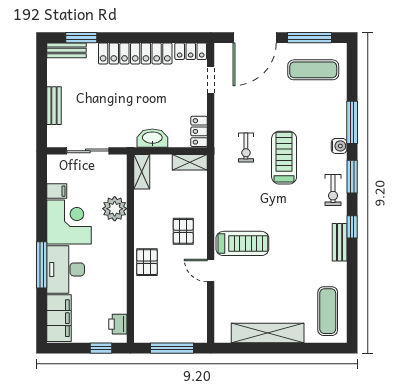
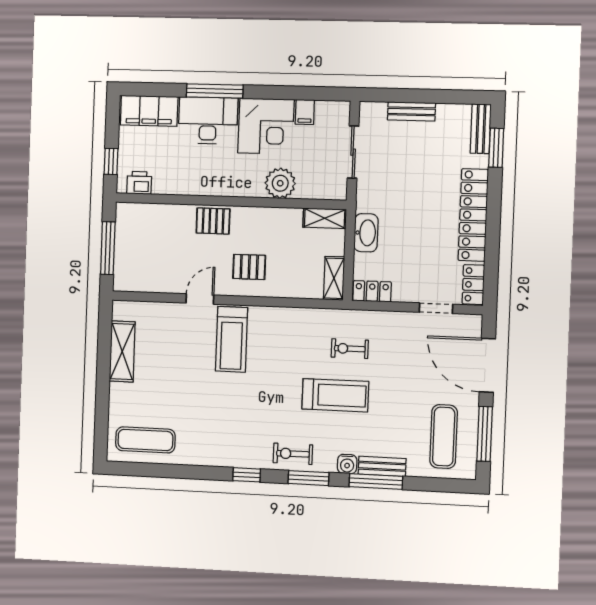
bench: (340, 242) -> (382, 466), moved
shelving: (268, 333) -> (122, 351), width x0.68

